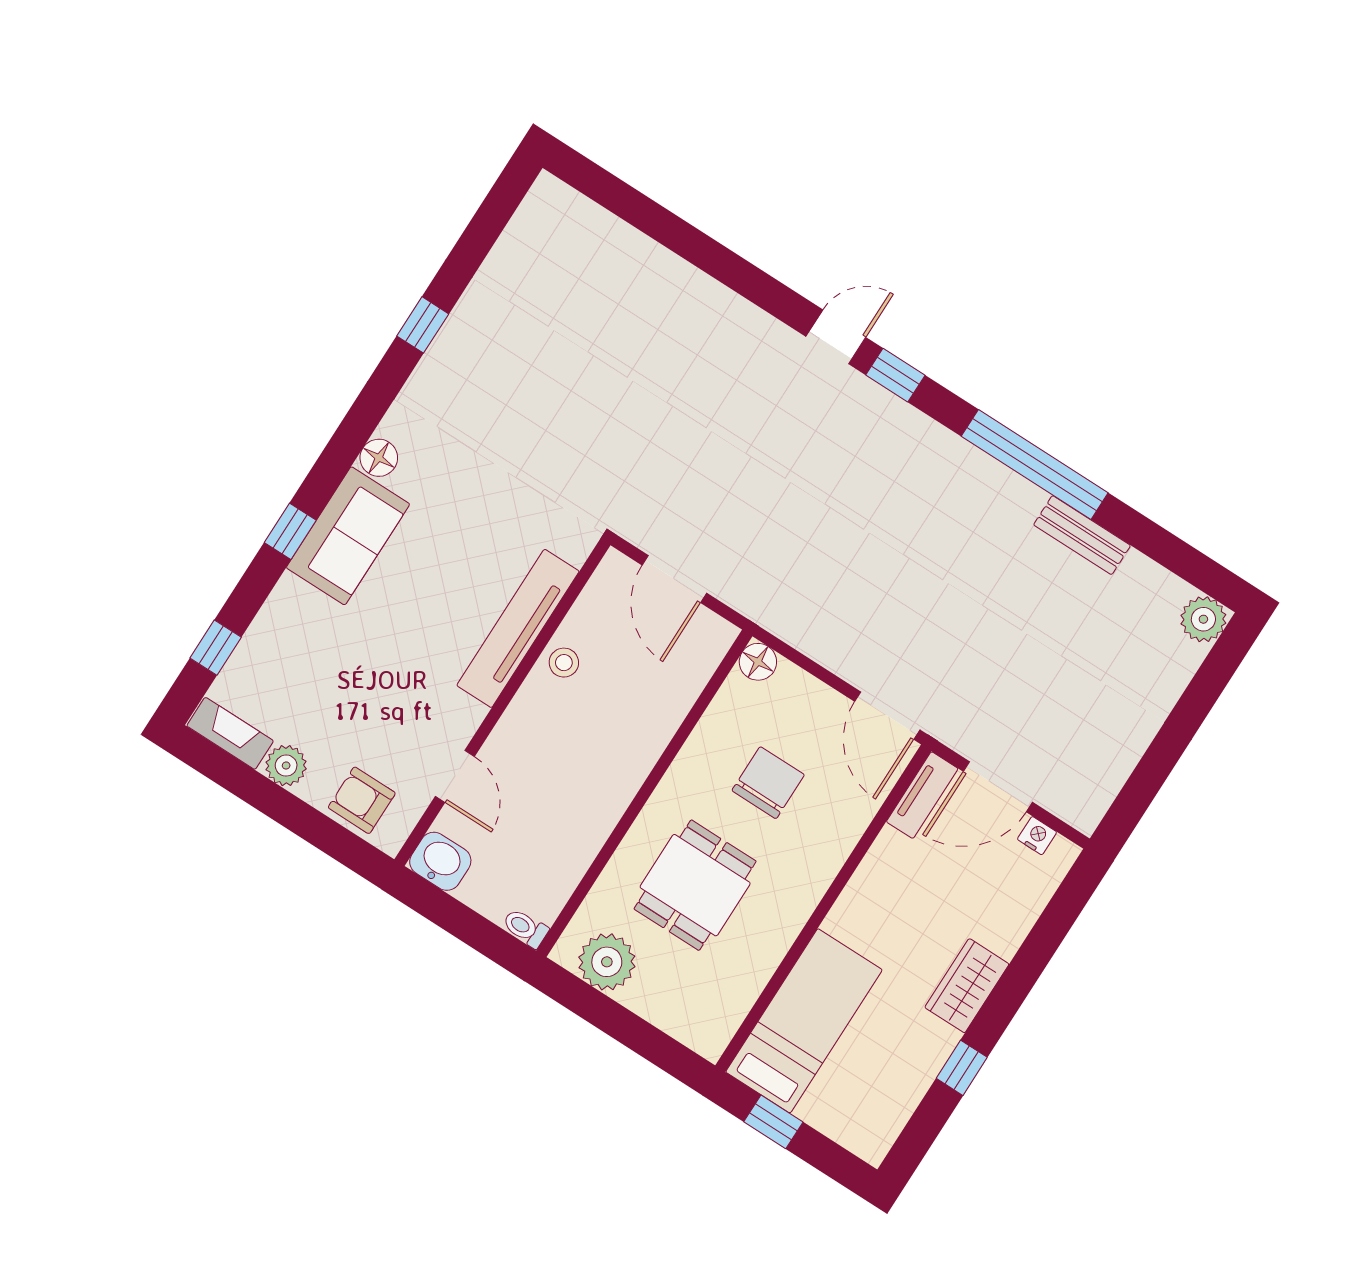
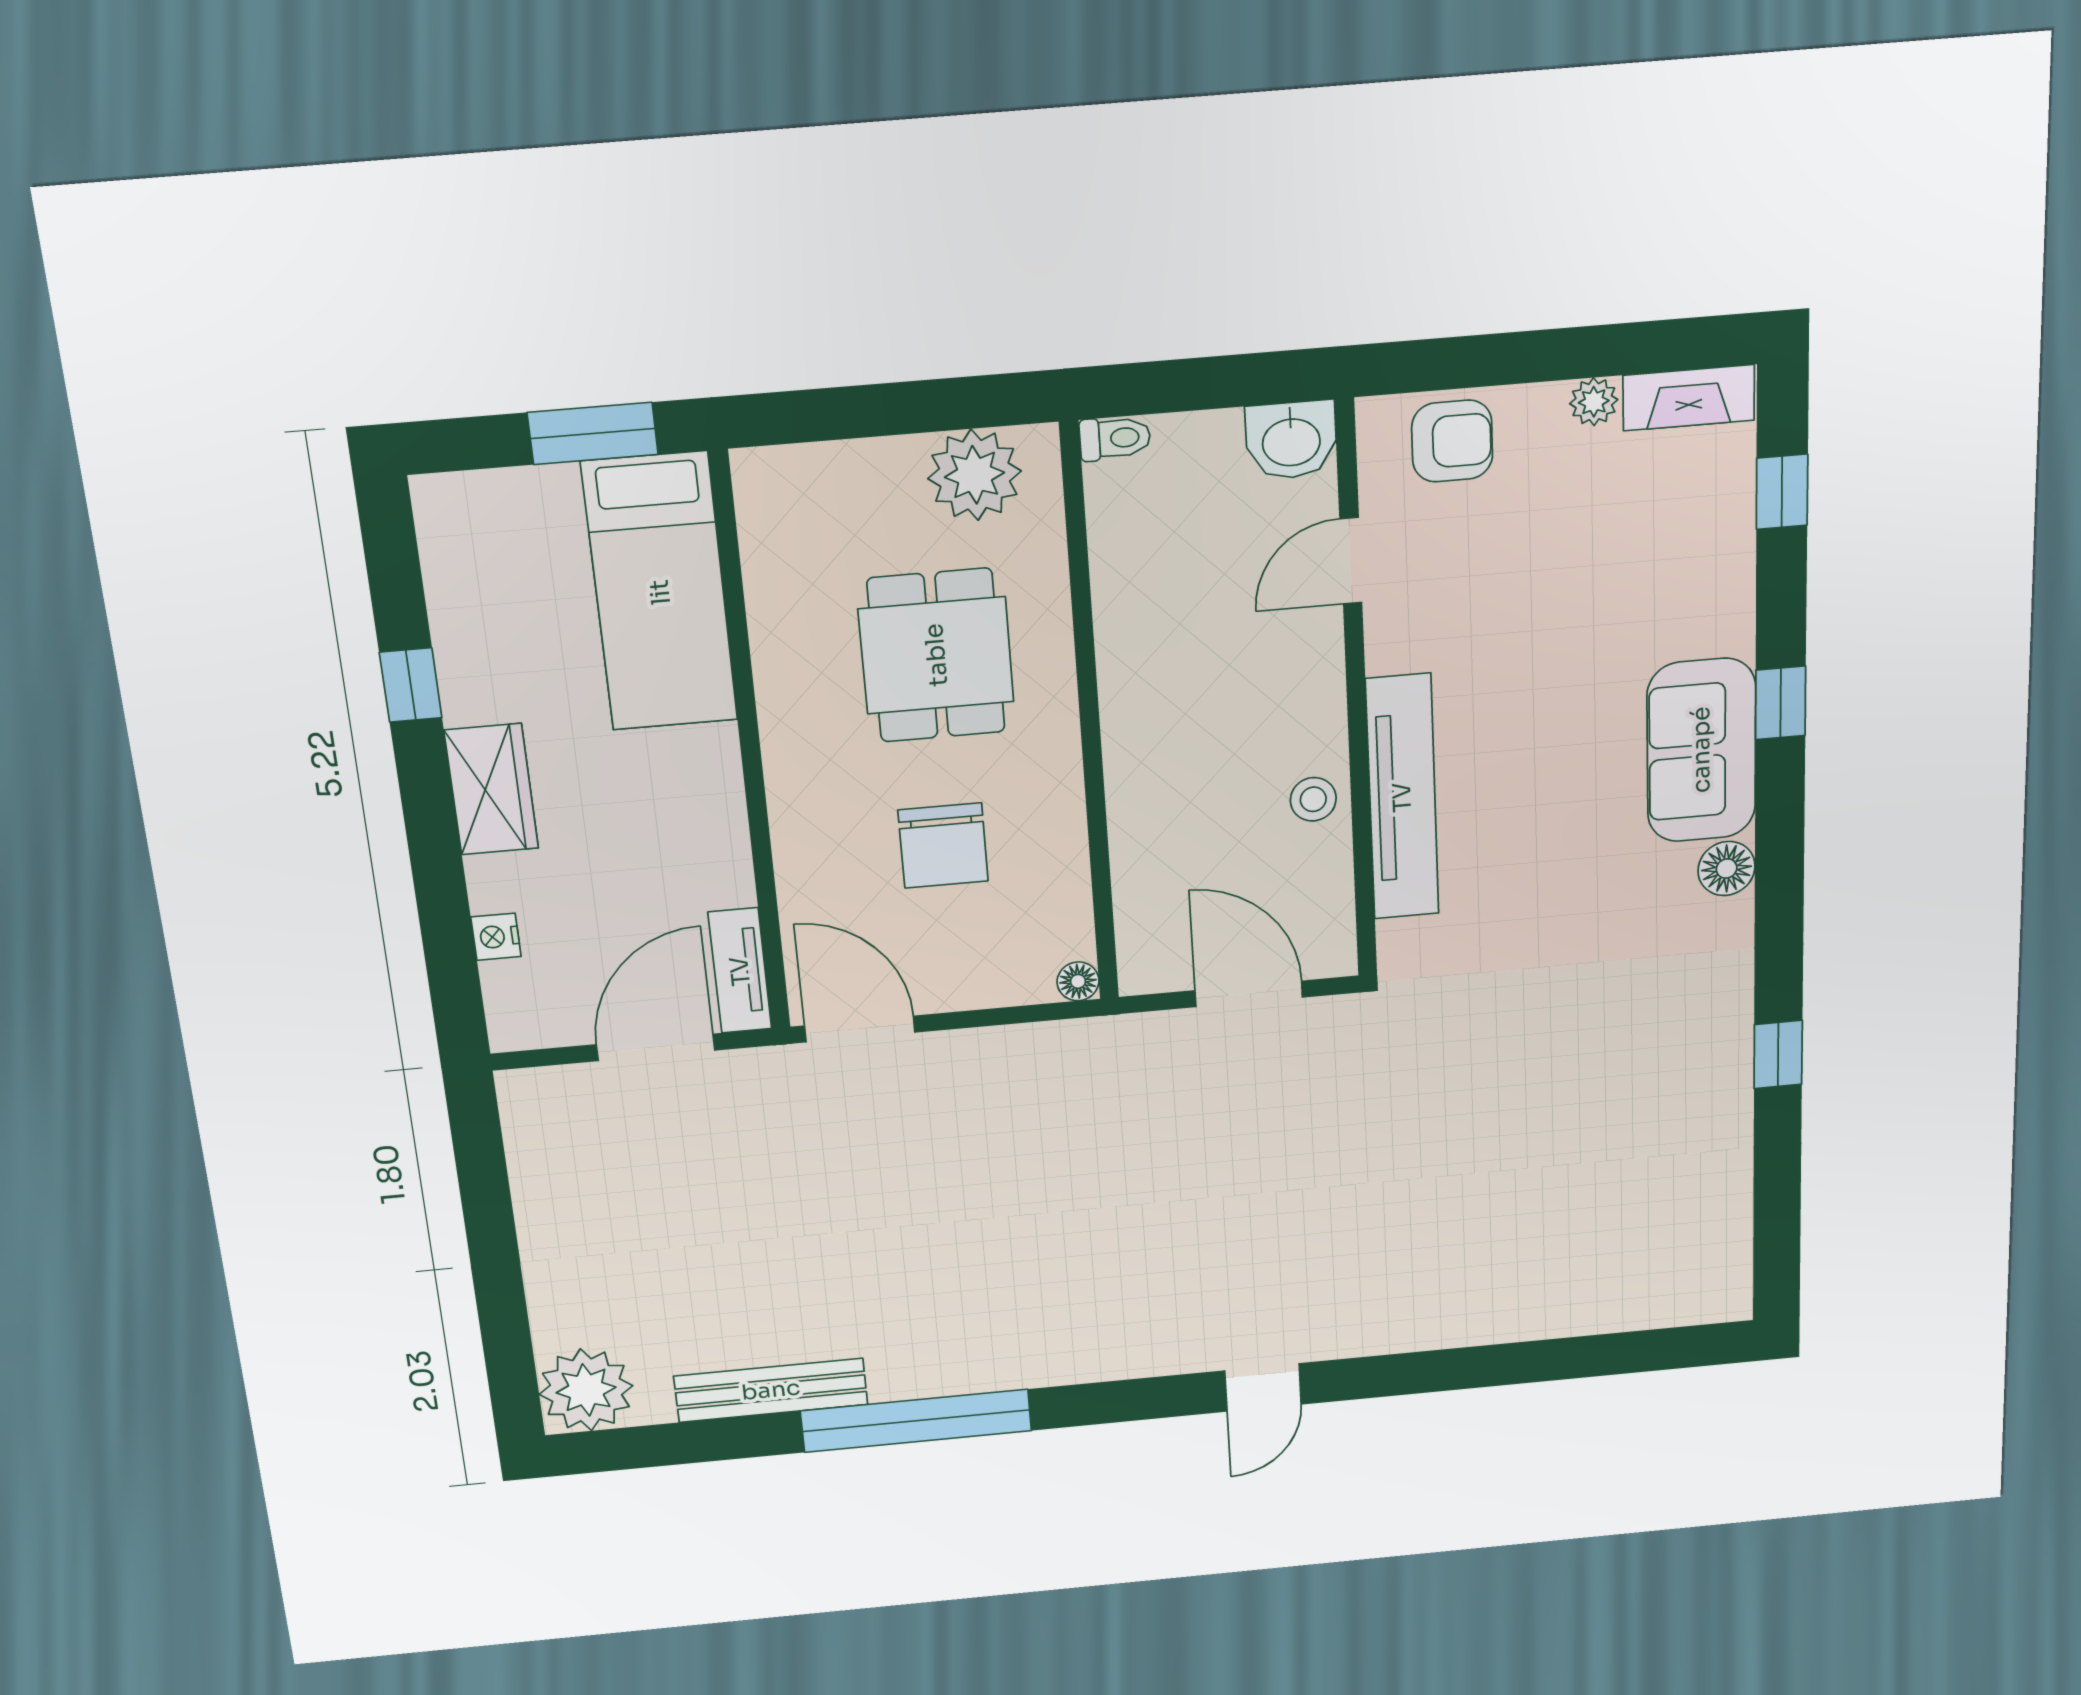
window: (895, 375) -> (1159, 1397), removed
bench: (1082, 535) -> (771, 1390), width x1.36
plant: (1203, 619) -> (586, 1390), width x1.36, depth x1.36
floor lamp: (758, 662) -> (1078, 981), width x0.73, depth x0.73
plant: (286, 766) -> (1594, 402), width x0.73, depth x0.73
door: (455, 776) -> (1351, 561), hinge flipped
nightstand: (1037, 836) -> (496, 937), moved, turned 90
window: (773, 1122) -> (593, 434), width x1.50

